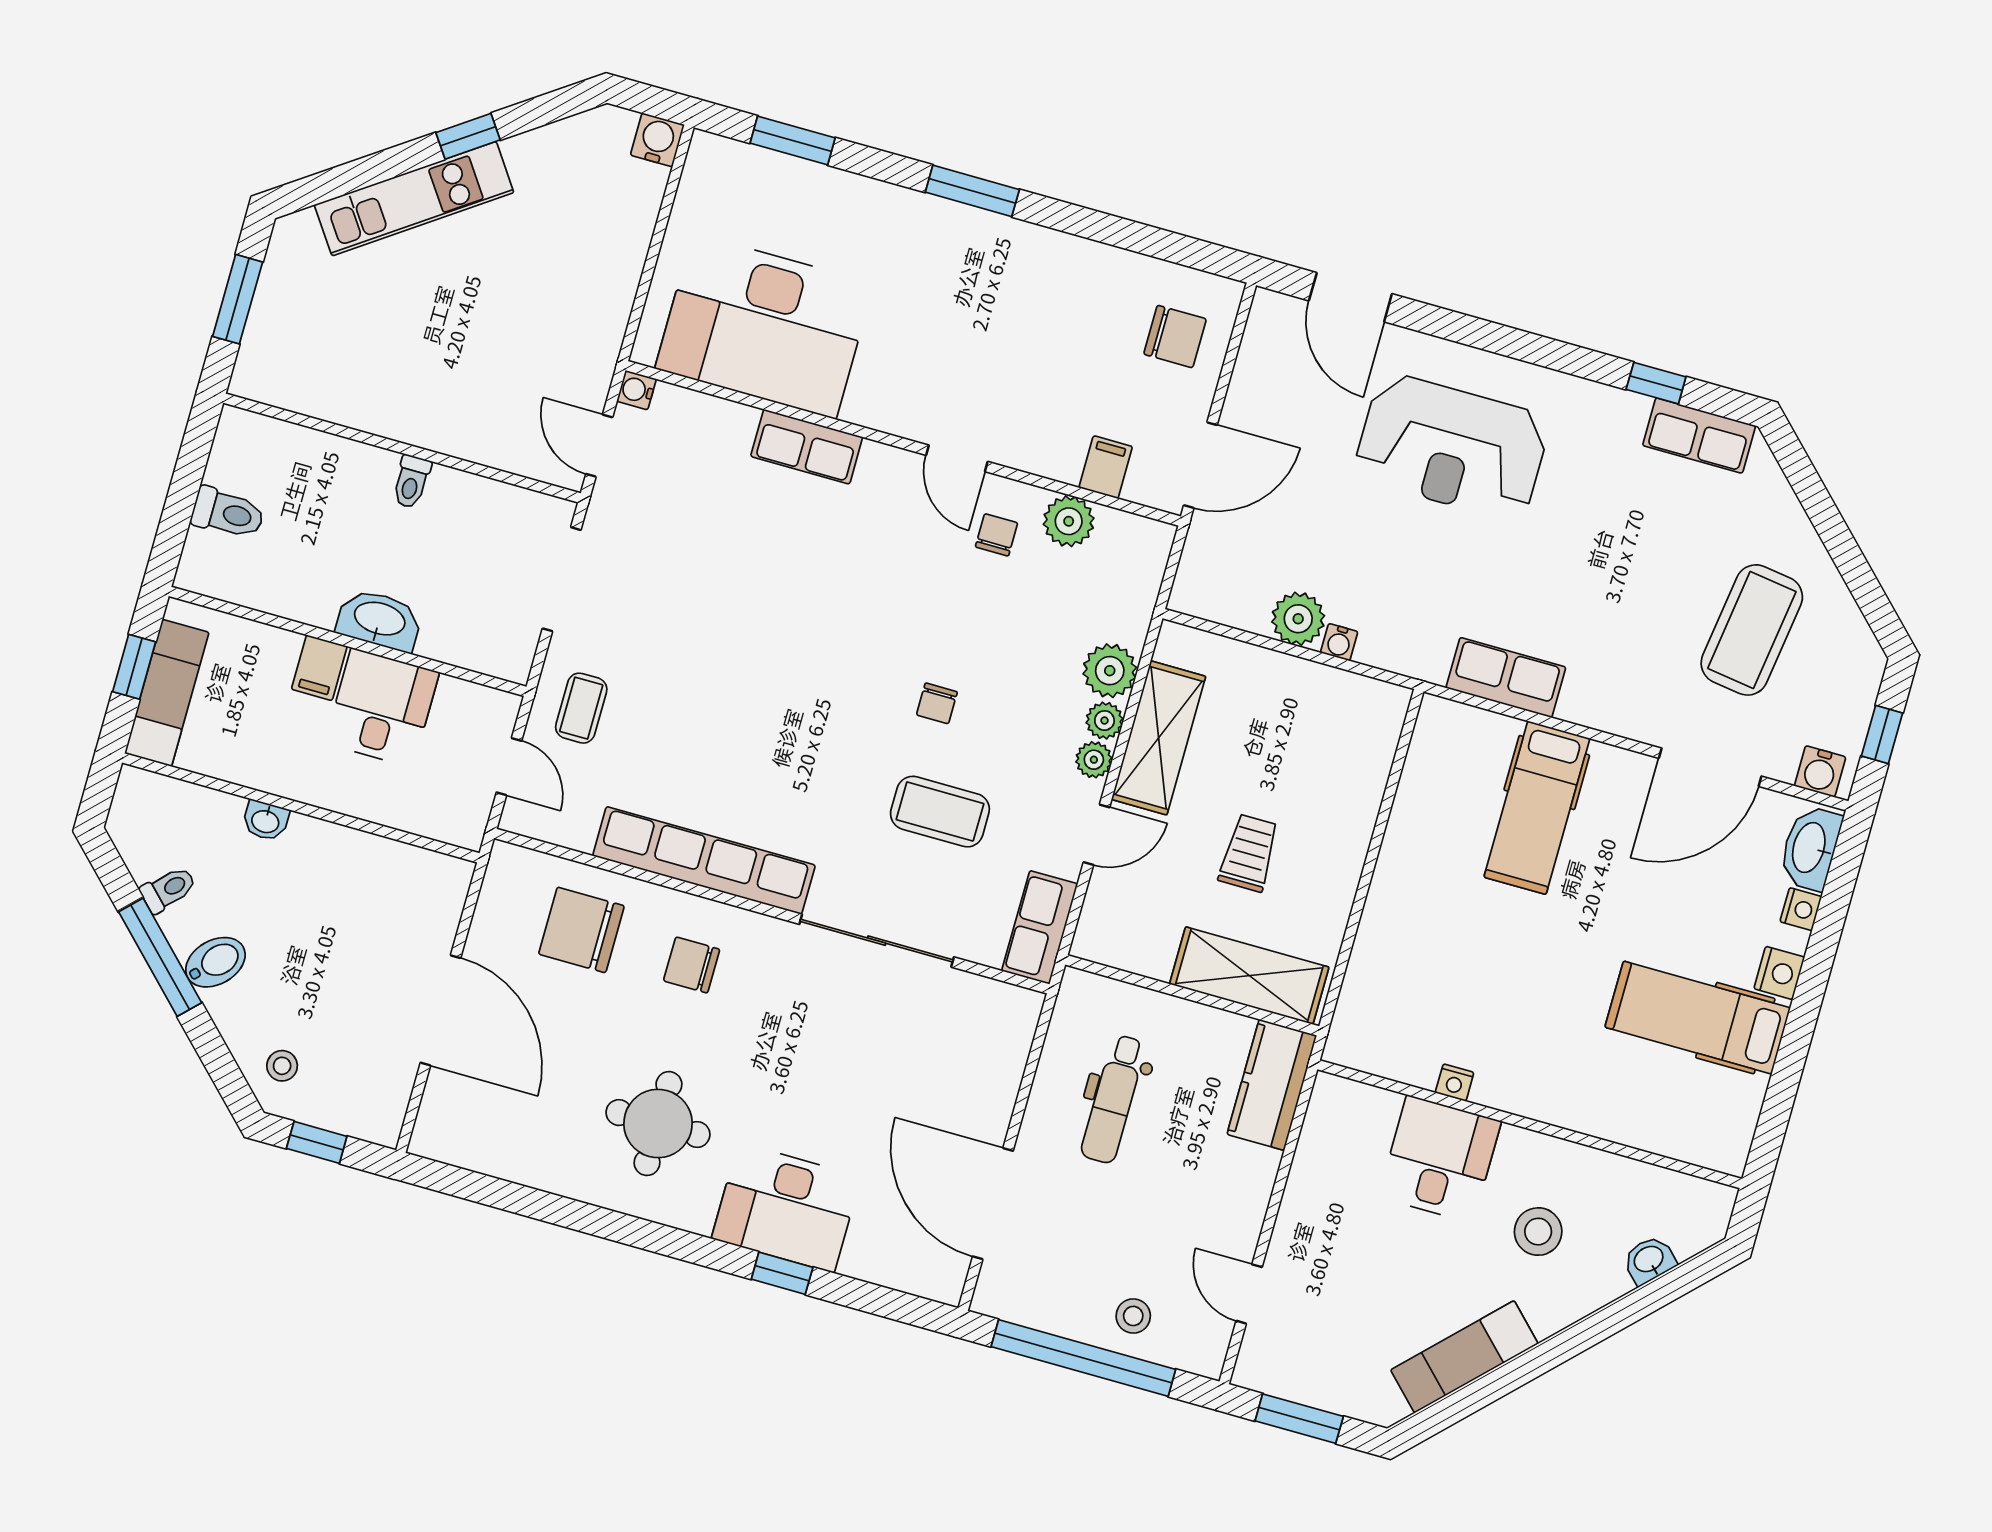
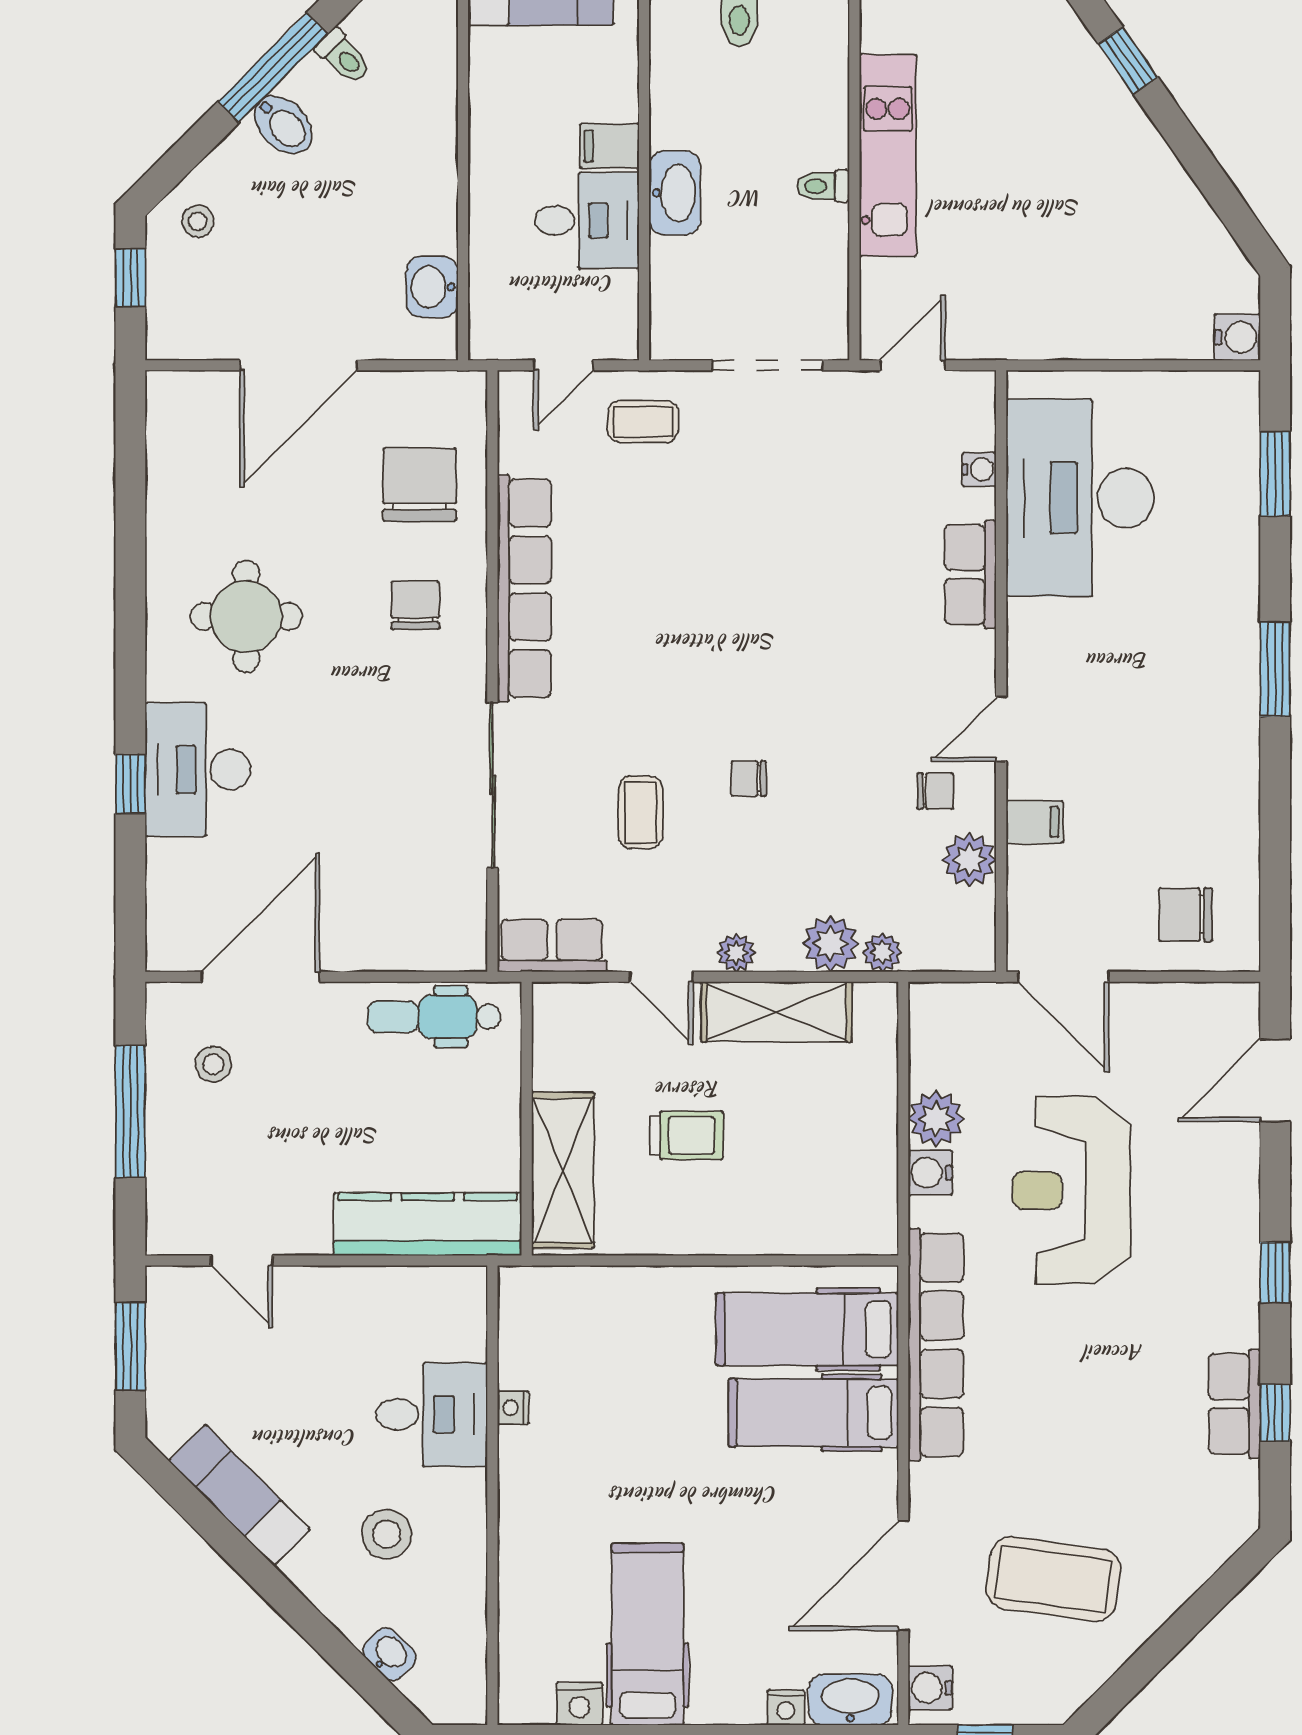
window: (468, 136) -> (1128, 61), moved
kitchen unit: (414, 199) -> (888, 155), moved, turned -145
chair: (1175, 337) -> (1186, 915), turned 90
window: (1527, 347) -> (1275, 1272), added
water cooler: (637, 390) -> (979, 469), moved, turned 90
row of seats: (1699, 436) -> (1234, 1404), moved
reception desk: (1452, 447) -> (1072, 1190), moved
filing cabinet: (1106, 467) -> (1034, 822), moved
water cooler: (1339, 642) -> (930, 1173), width x1.38, depth x1.38
row of seats: (1506, 678) -> (936, 1345), width x2.02
plant: (1104, 721) -> (882, 952), moved
door: (1710, 767) -> (903, 1576), hinge flipped
hospital bed: (1458, 792) -> (807, 1329), added
coffee table: (940, 812) -> (640, 812), width x0.73, depth x0.77
washbasin: (266, 821) -> (432, 287), moved, width x1.38, depth x1.45
nightstand: (1779, 973) -> (579, 1704), moved
kitchen counter: (1272, 1085) -> (428, 1224), width x1.50
dental chair: (1113, 1099) -> (434, 1017), moved
door: (1249, 1294) -> (242, 1260), swing flipped
stool: (1133, 1316) -> (213, 1064), moved
window: (1083, 1358) -> (130, 1112), width x0.68

